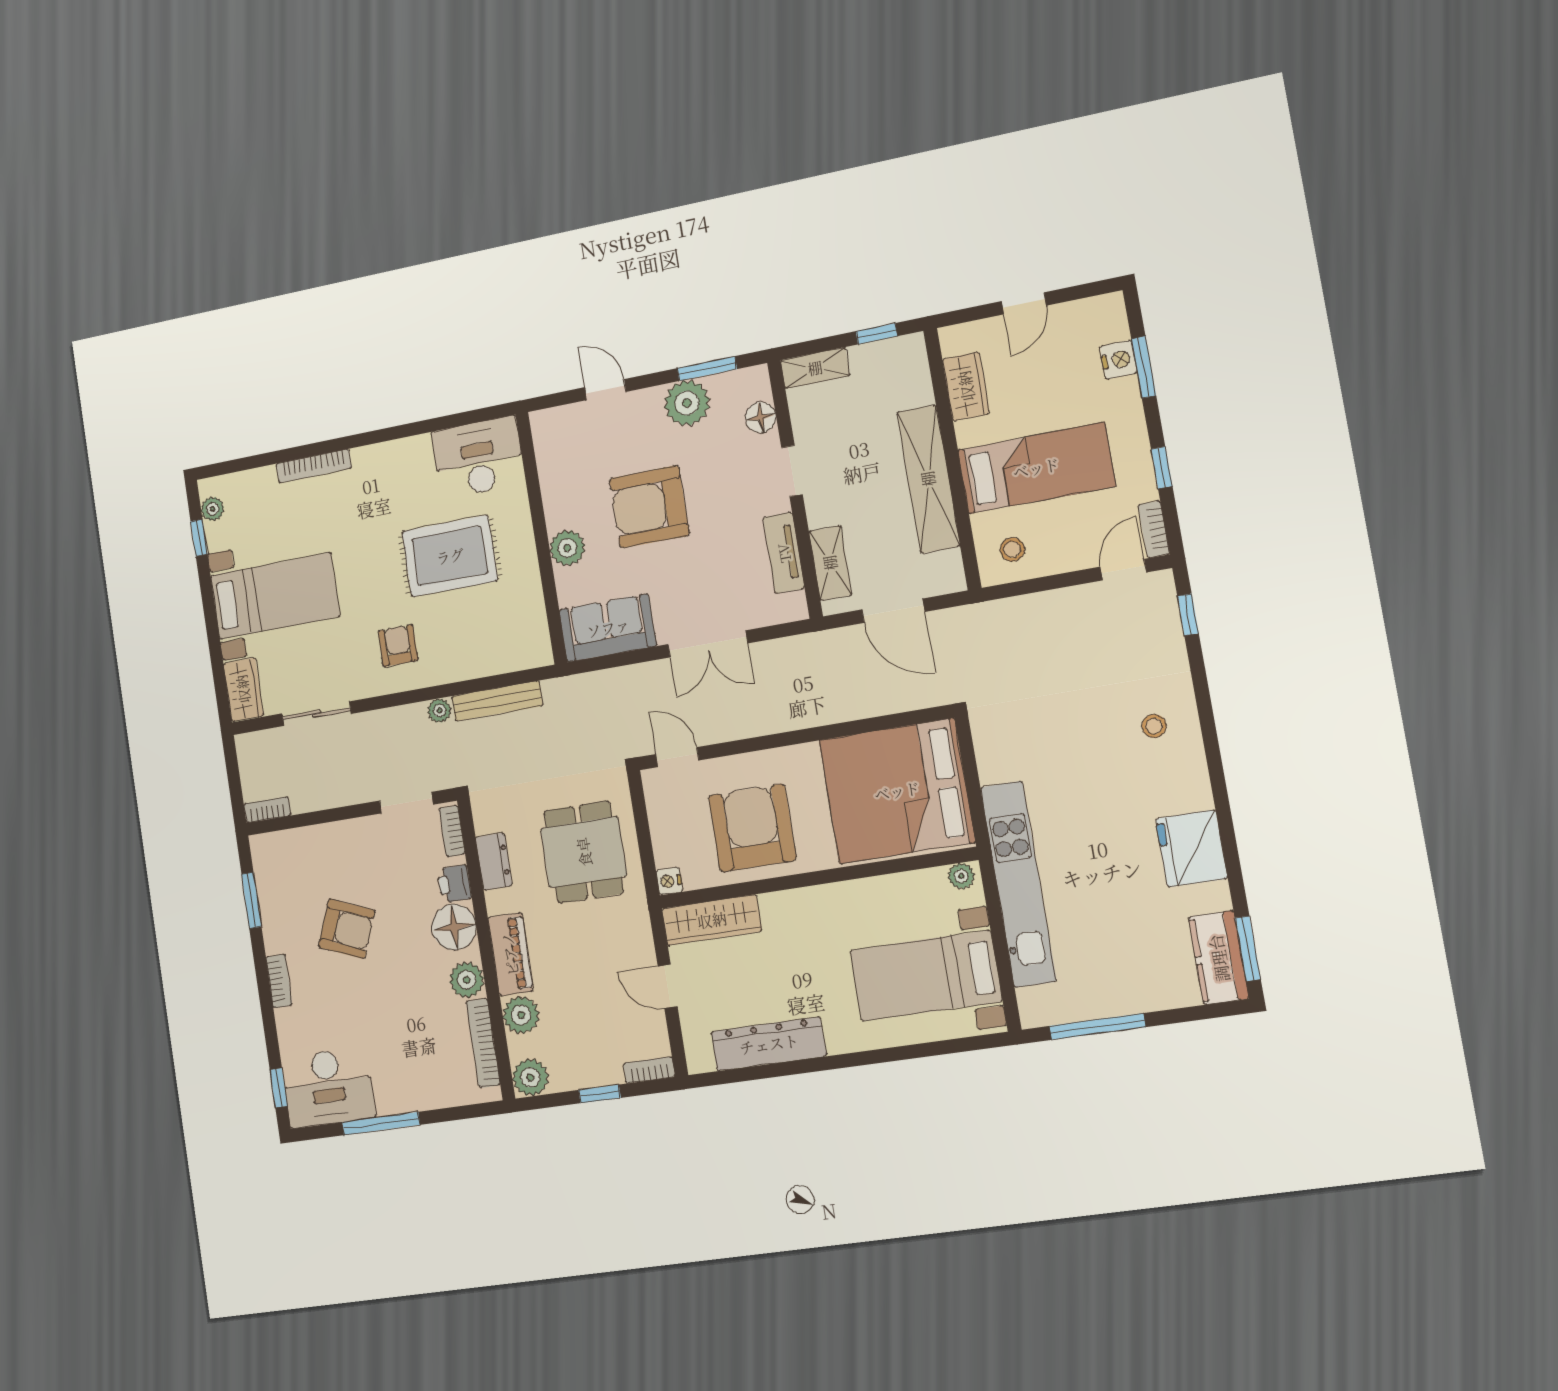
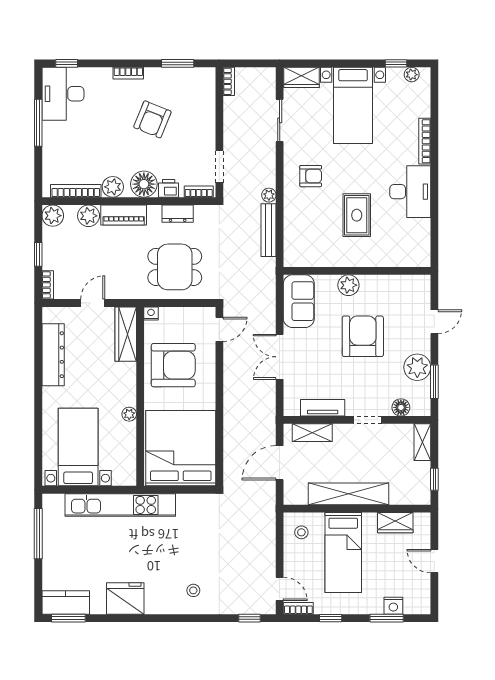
desk: (478, 458) -> (410, 192), moved
rug: (450, 556) -> (357, 215), width x0.73, depth x0.70
plant: (961, 876) -> (129, 414), moved

